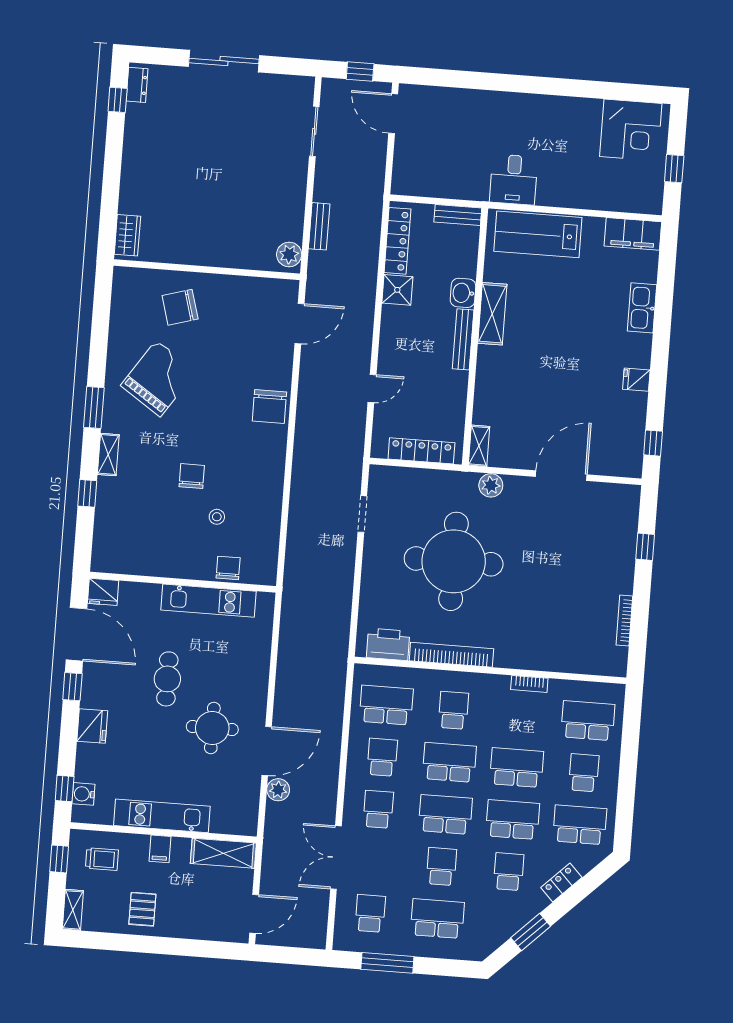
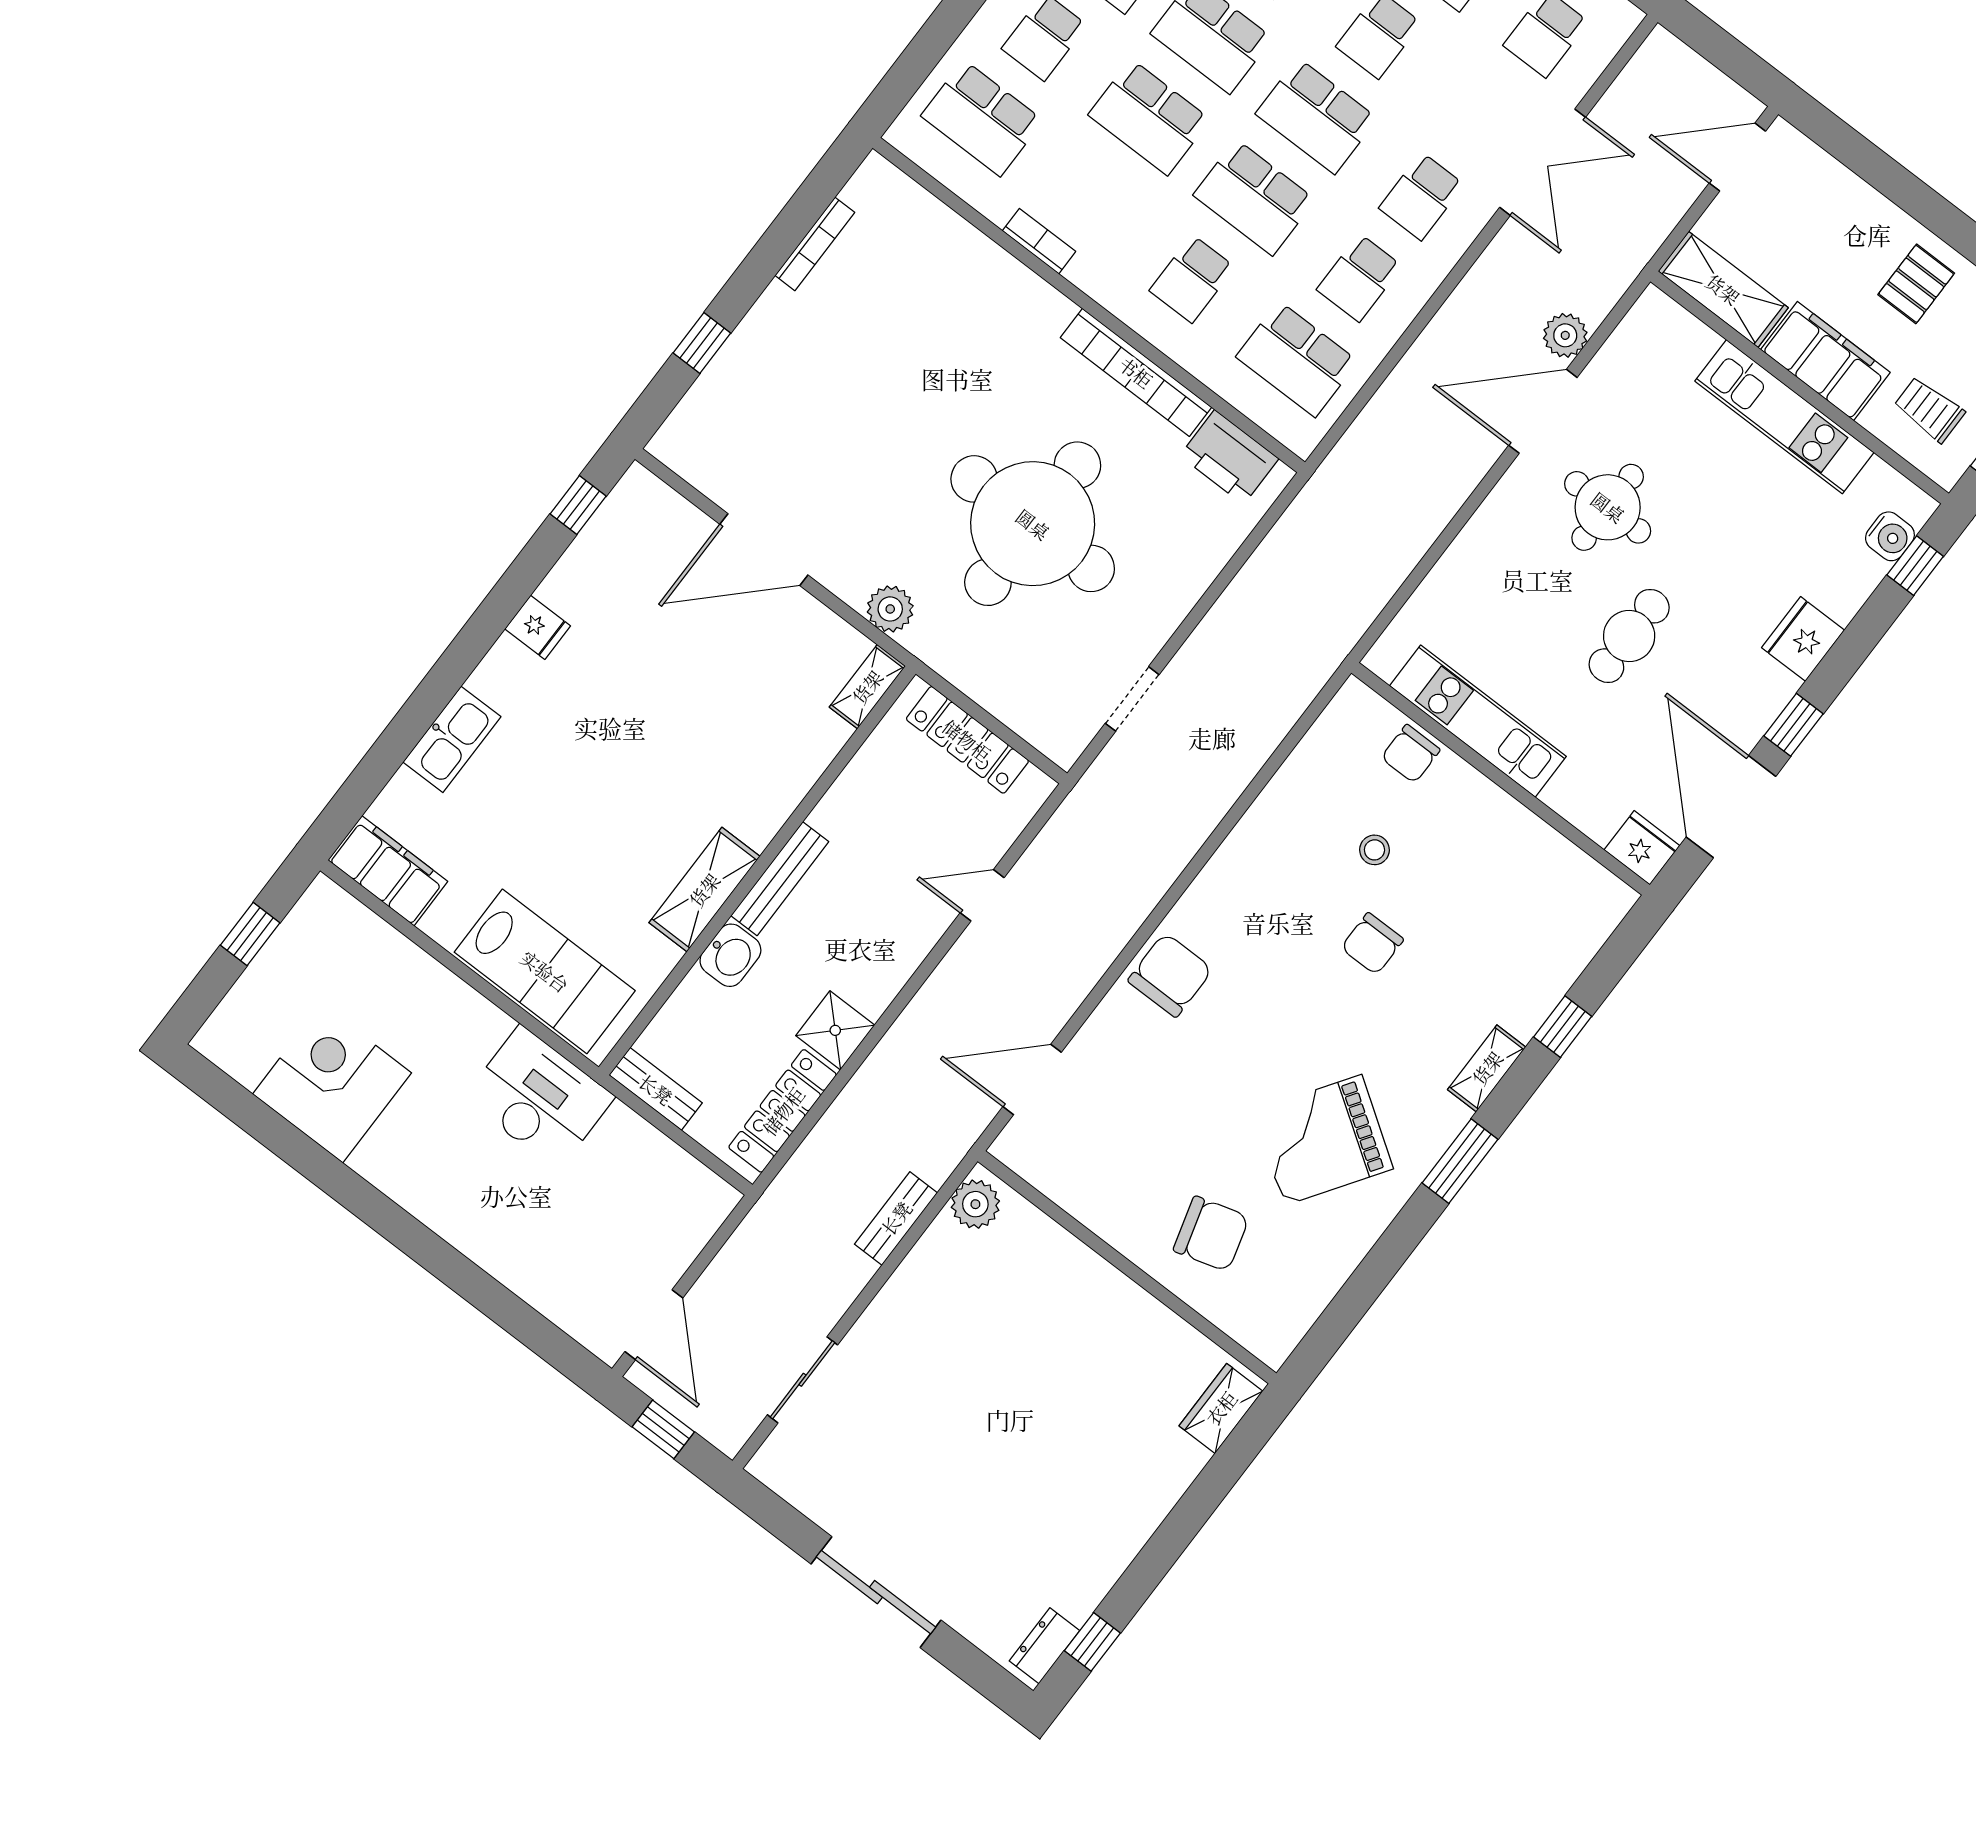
corner desk: (631, 130) -> (332, 1083), moved
desk: (514, 180) -> (539, 1098), width x1.37
filing cabinet: (160, 849) -> (1825, 361), width x3.00, depth x1.17

